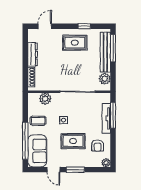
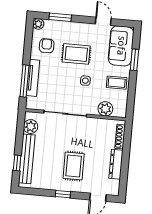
window: (84, 26) -> (63, 194), moved
rug: (75, 43) -> (74, 166), moved, turned 90
window: (113, 48) -> (17, 163), width x0.46
window: (25, 141) -> (134, 60), width x0.47
window: (75, 170) -> (60, 17), moved

